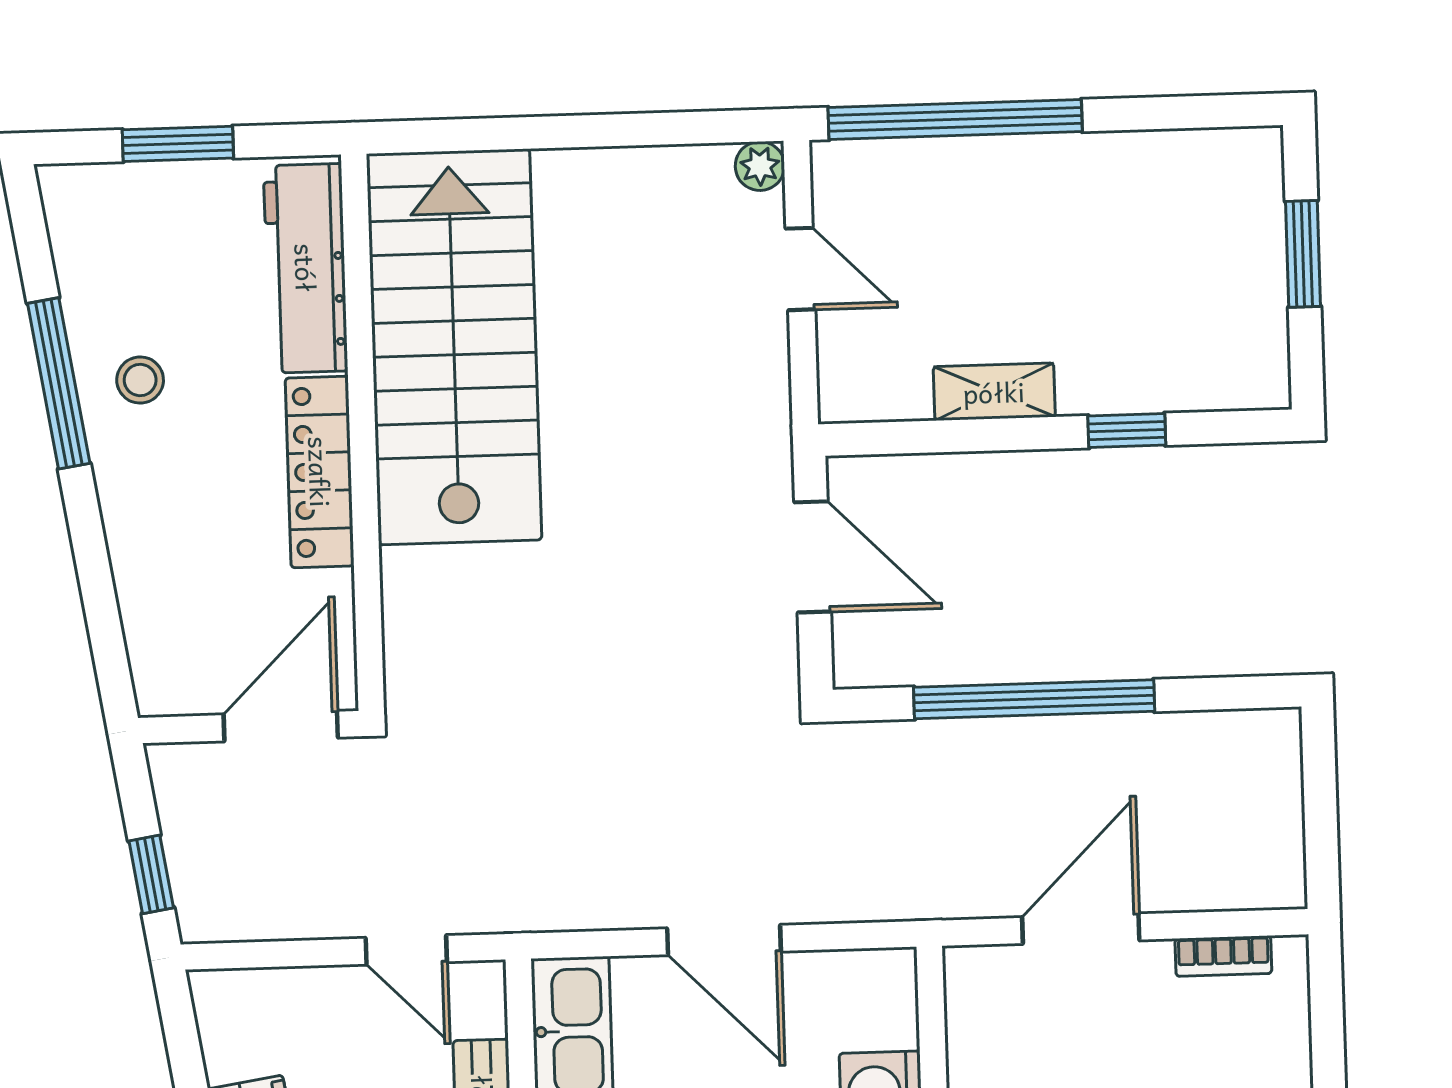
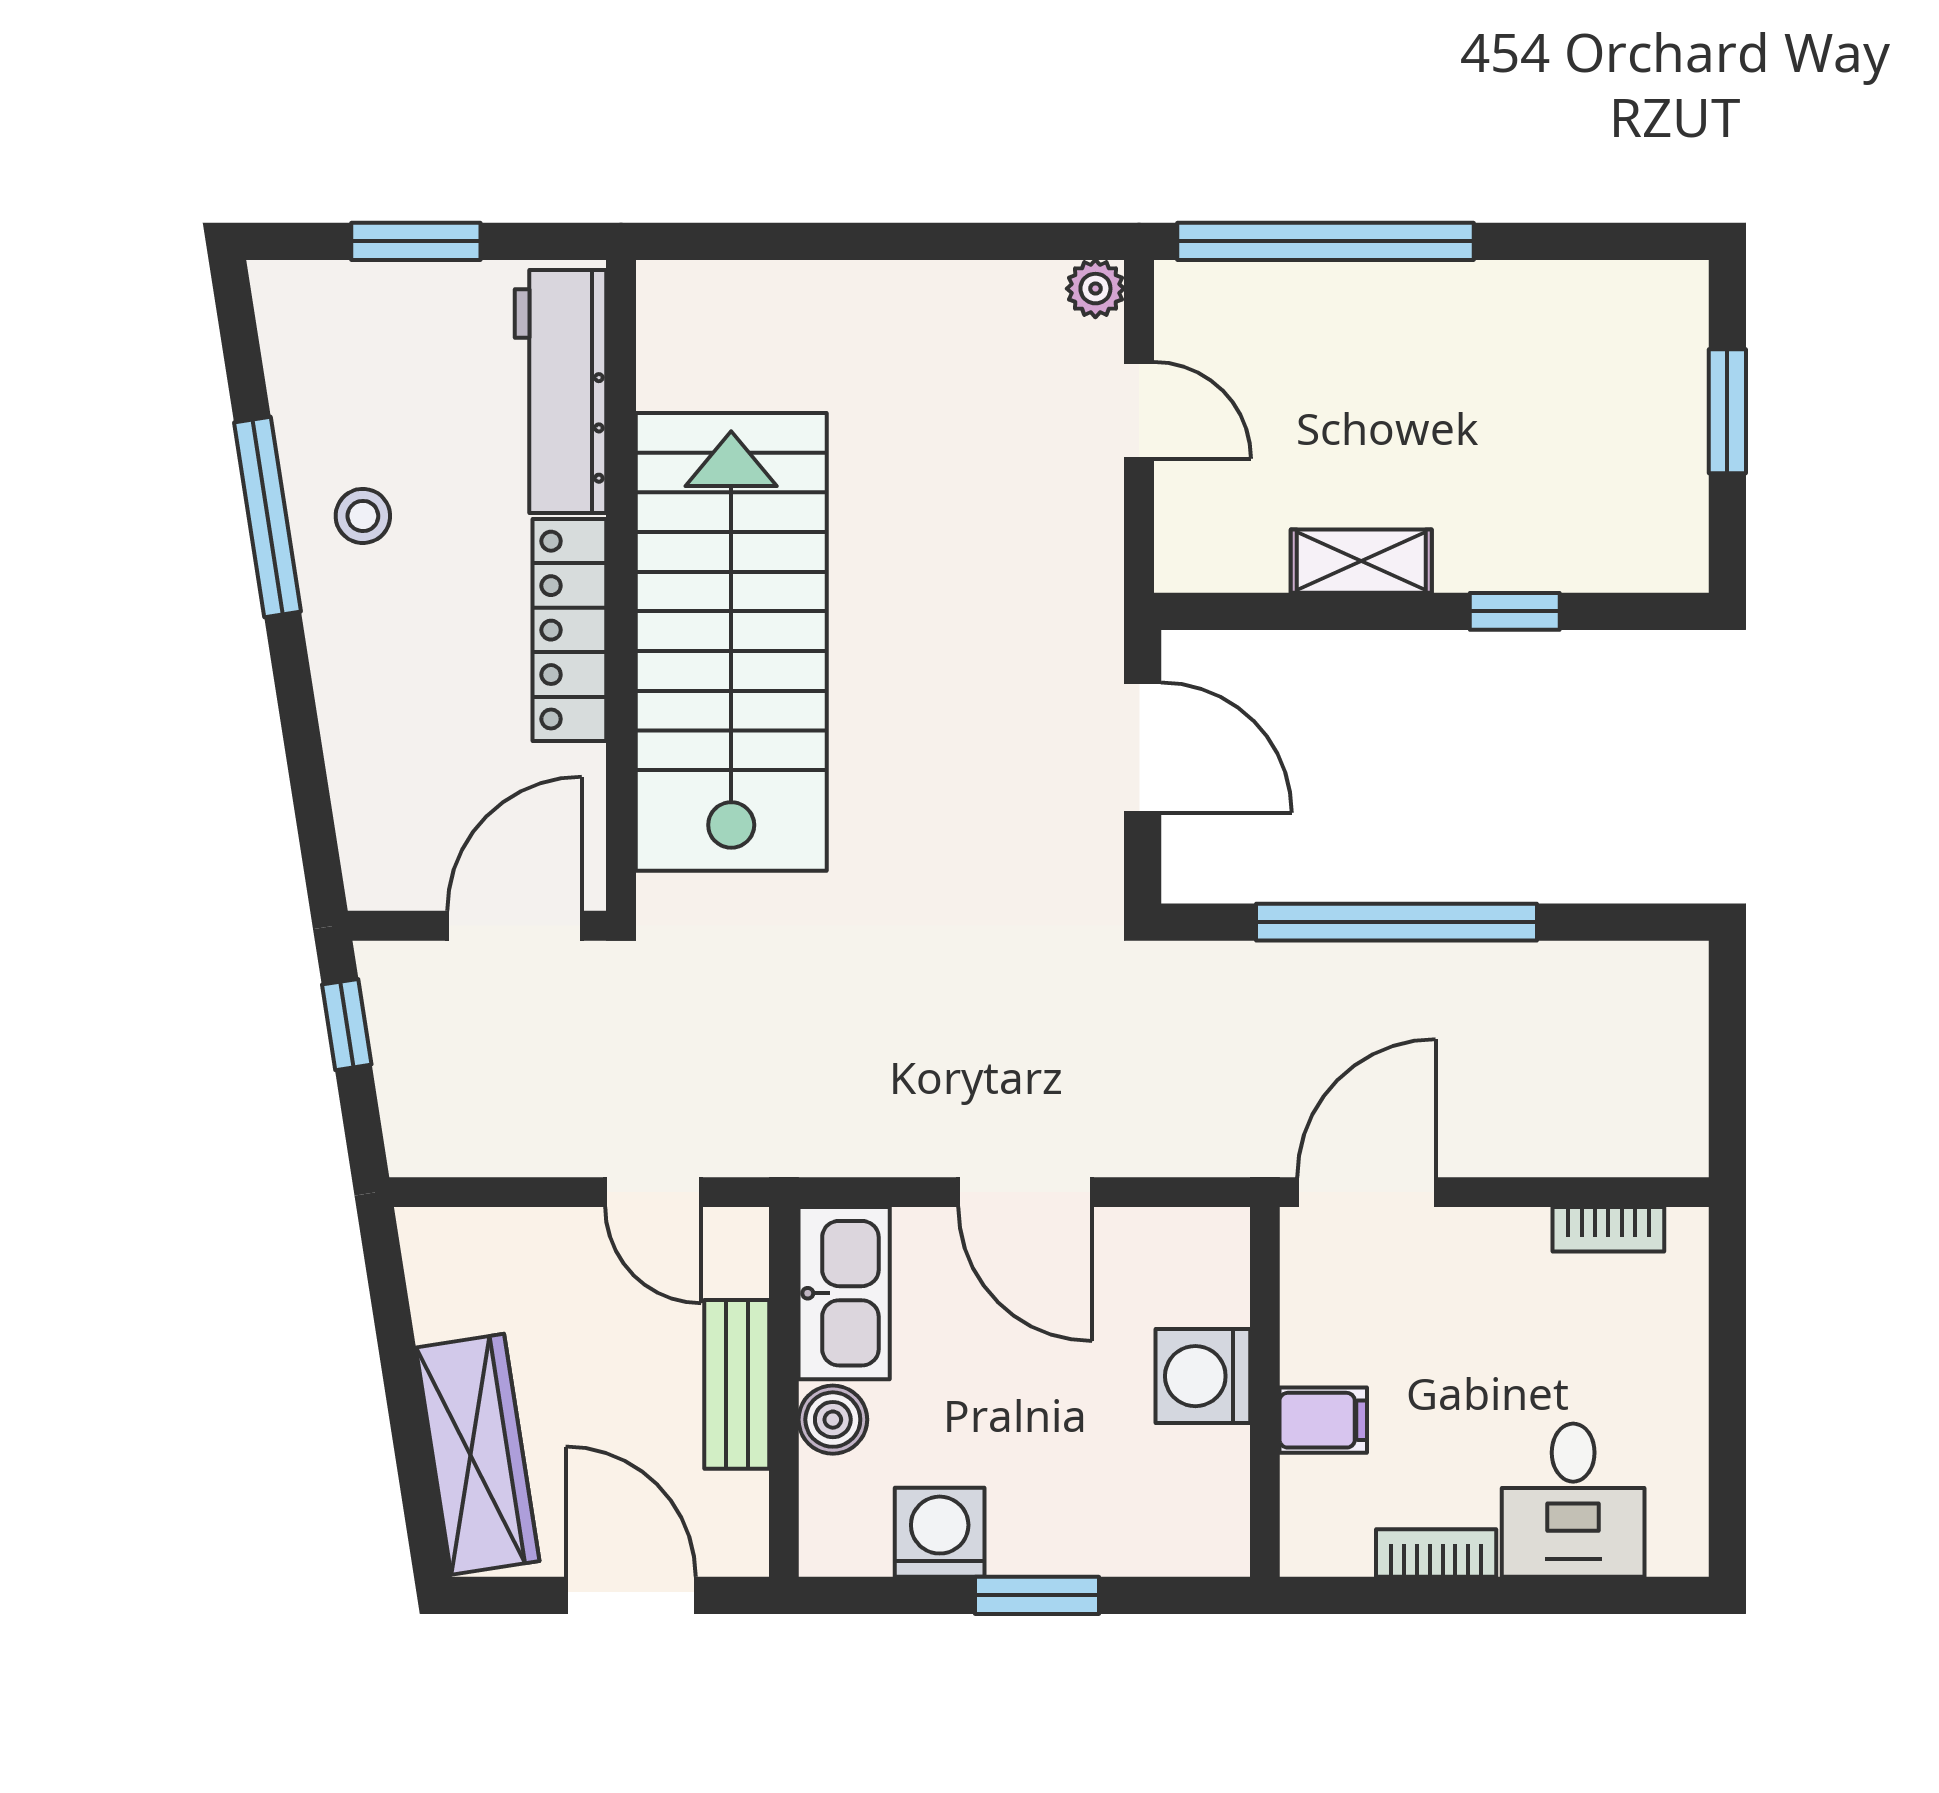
stairs: (454, 347) -> (731, 642), moved
window: (151, 874) -> (347, 1025), moved
door: (1081, 929) -> (1366, 1192), moved

